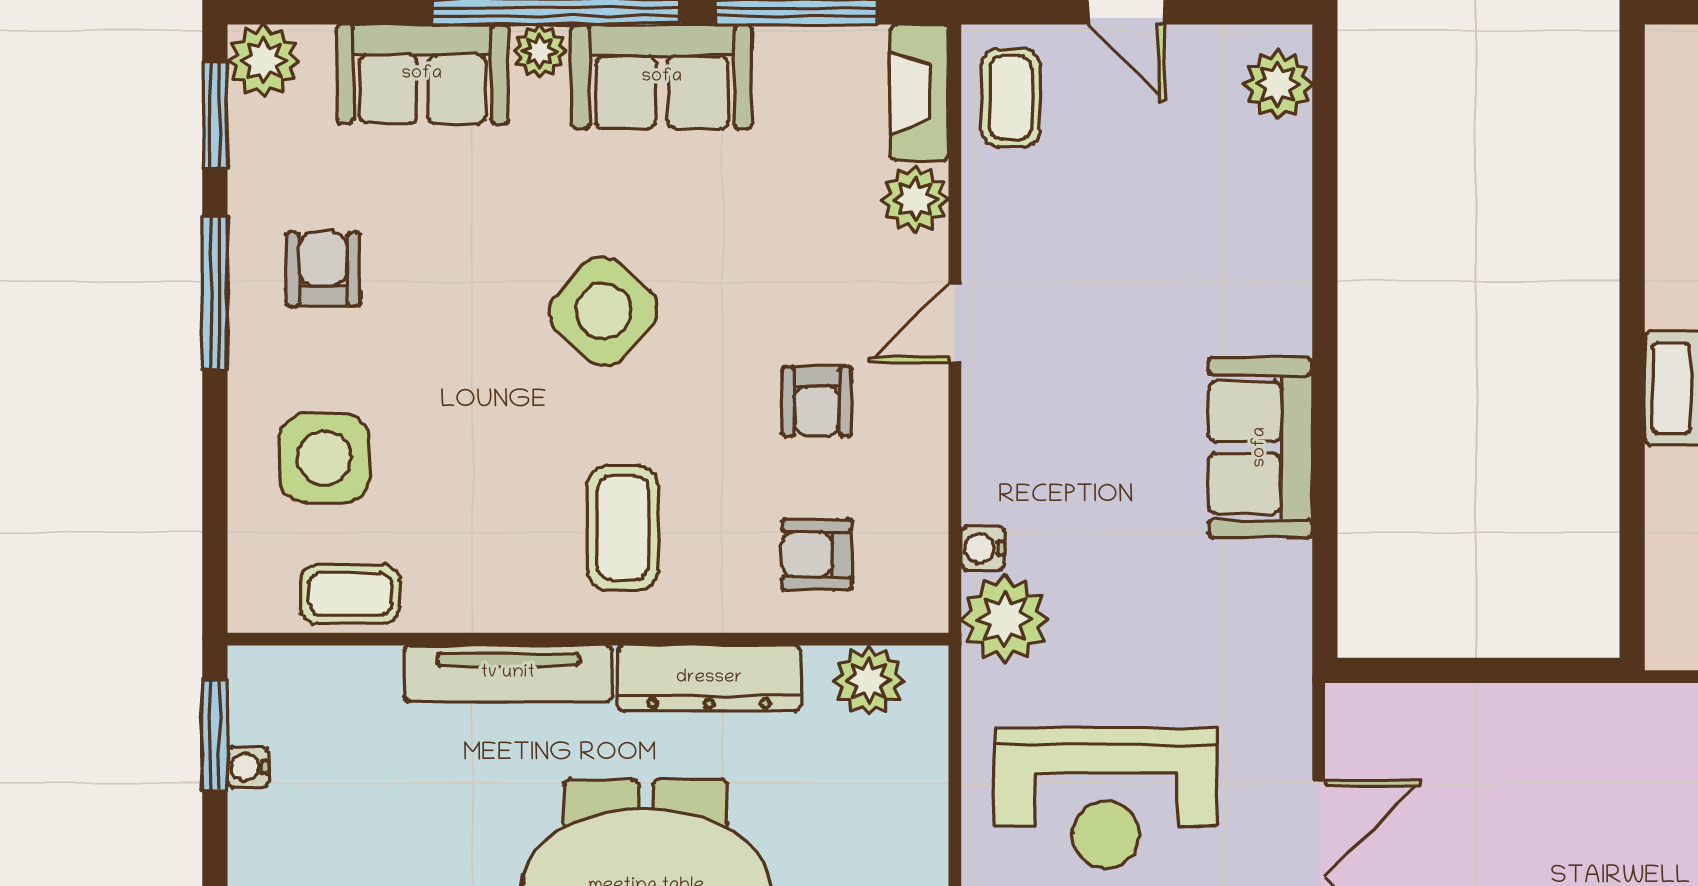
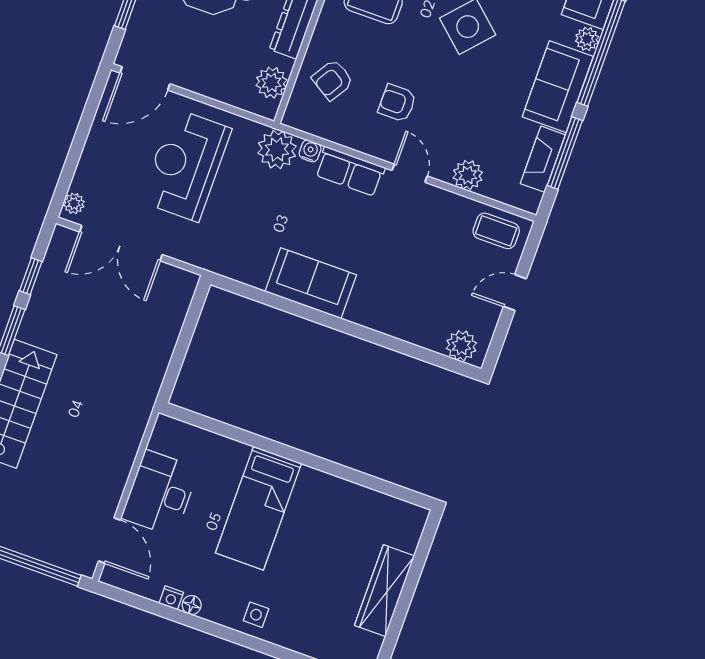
fireplace: (919, 93) -> (543, 159), moved, turned -90
row of seats: (996, 449) -> (350, 171), added
armchair: (817, 554) -> (333, 80), turned -148

